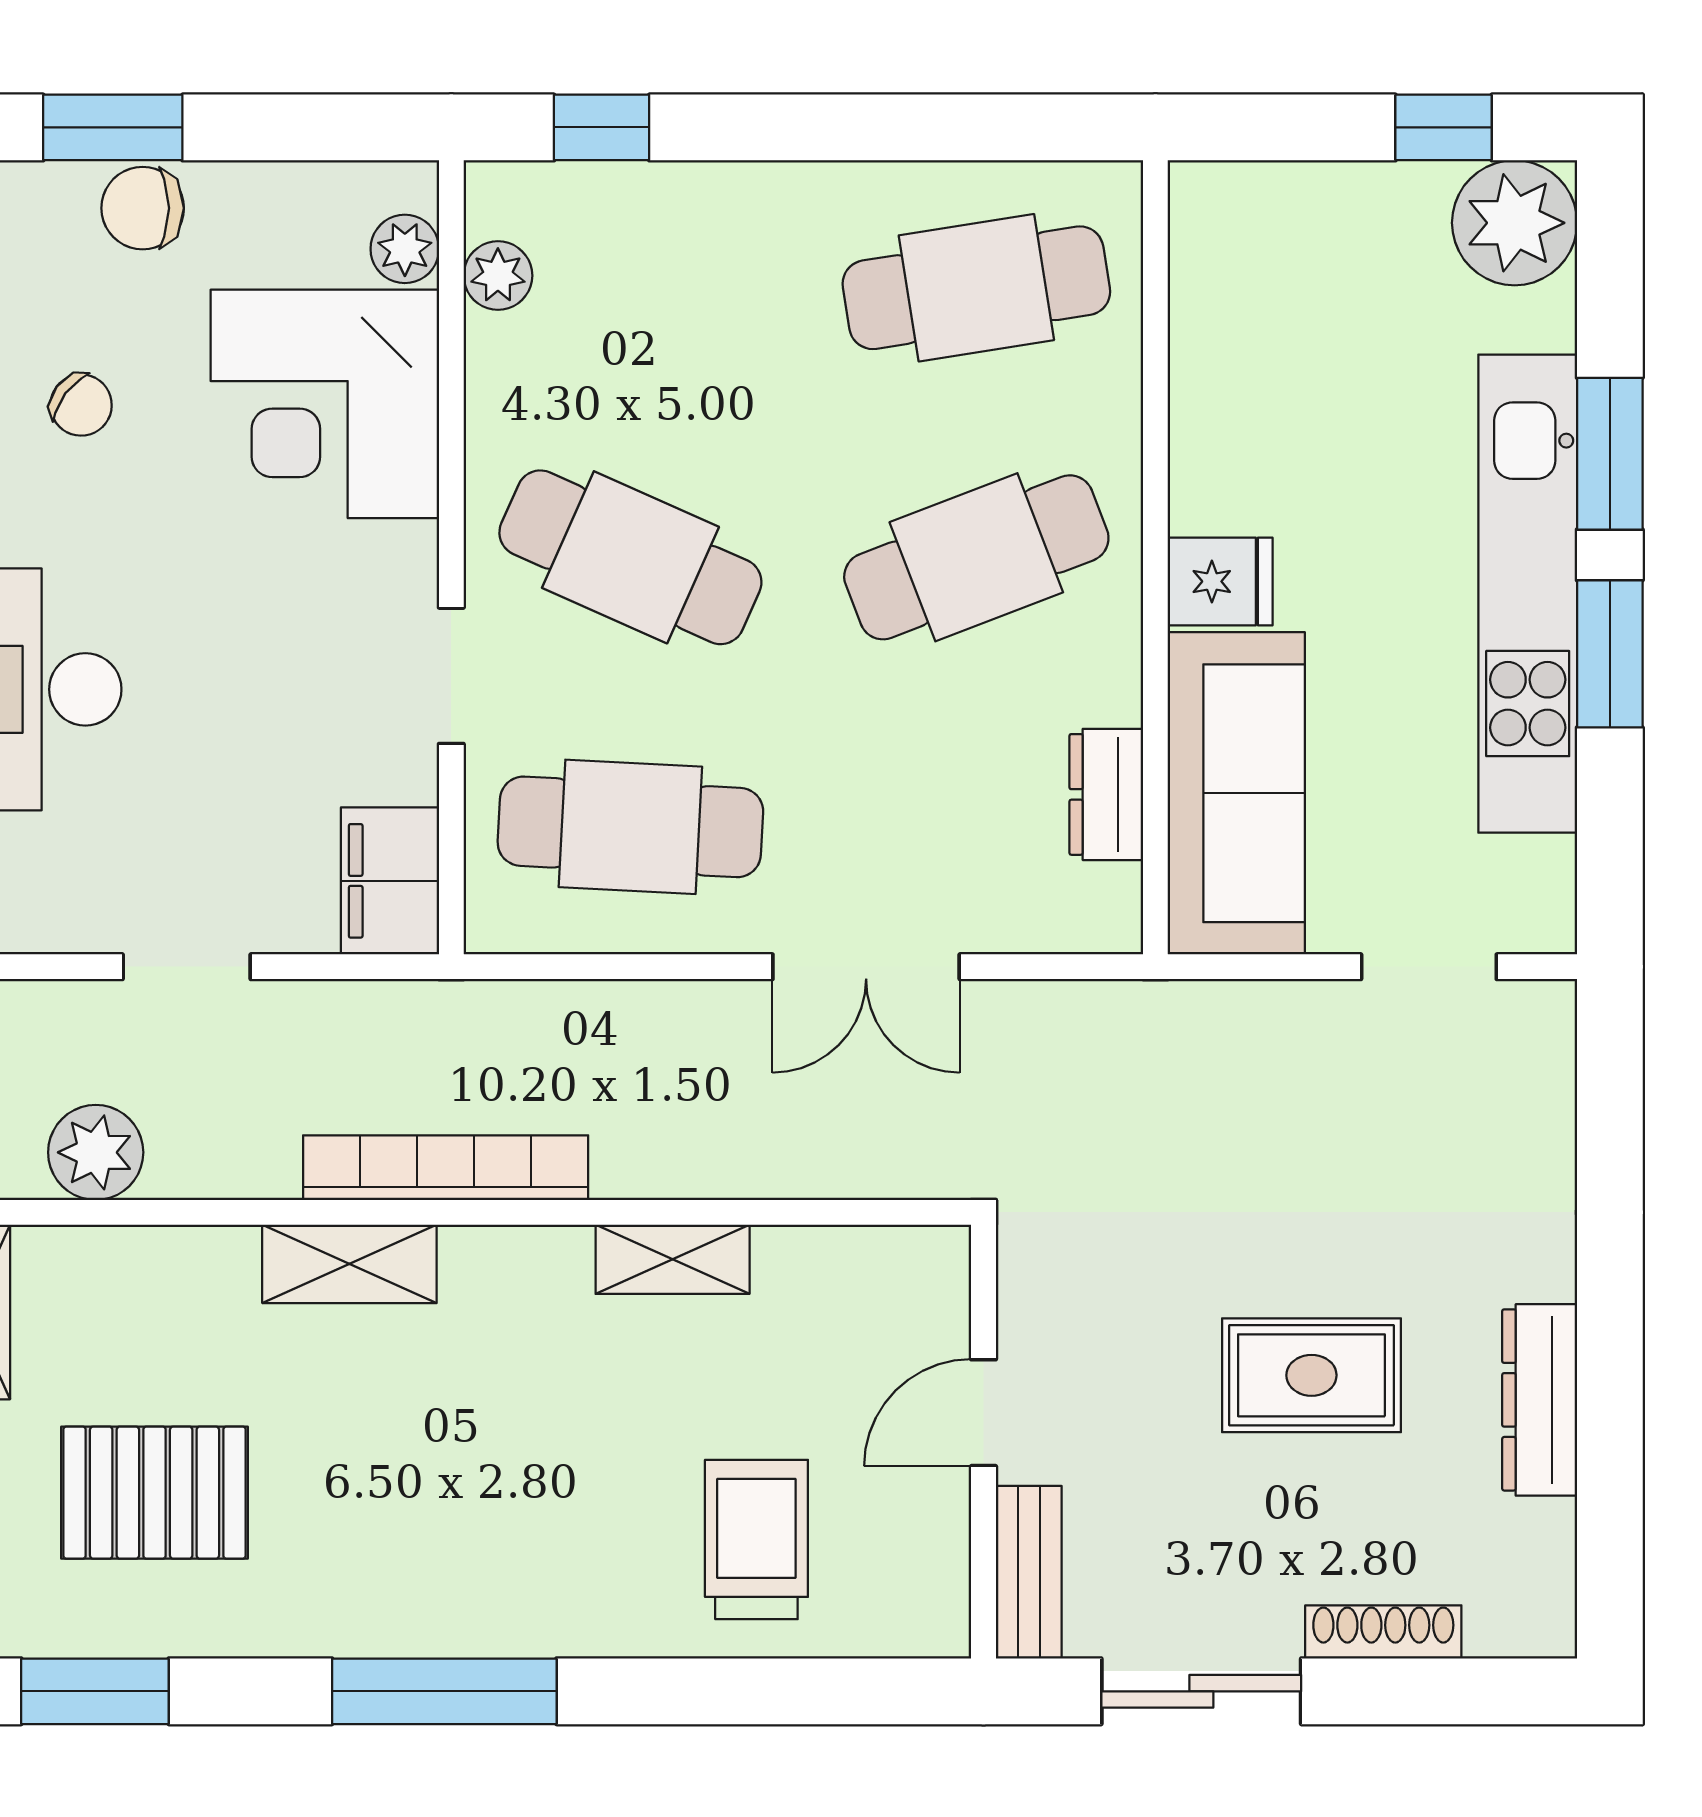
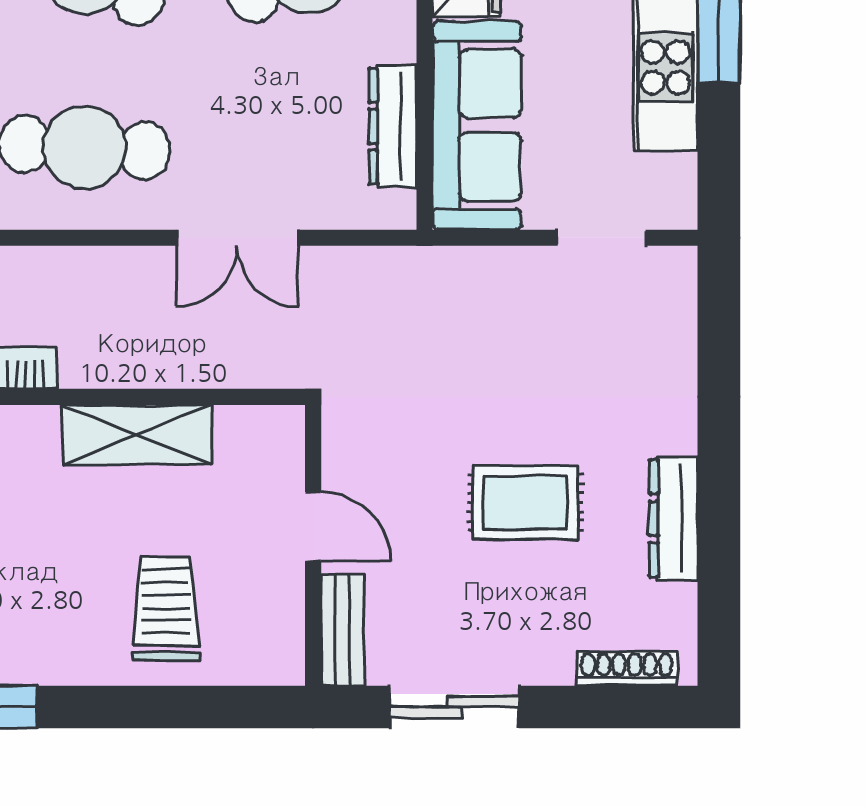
dresser: (1106, 794) -> (393, 126), width x1.44
shelving: (673, 1259) -> (137, 435), width x1.50, depth x1.33
door: (984, 1413) -> (313, 527), swing flipped
shoe rack: (1383, 1632) -> (627, 669), moved

